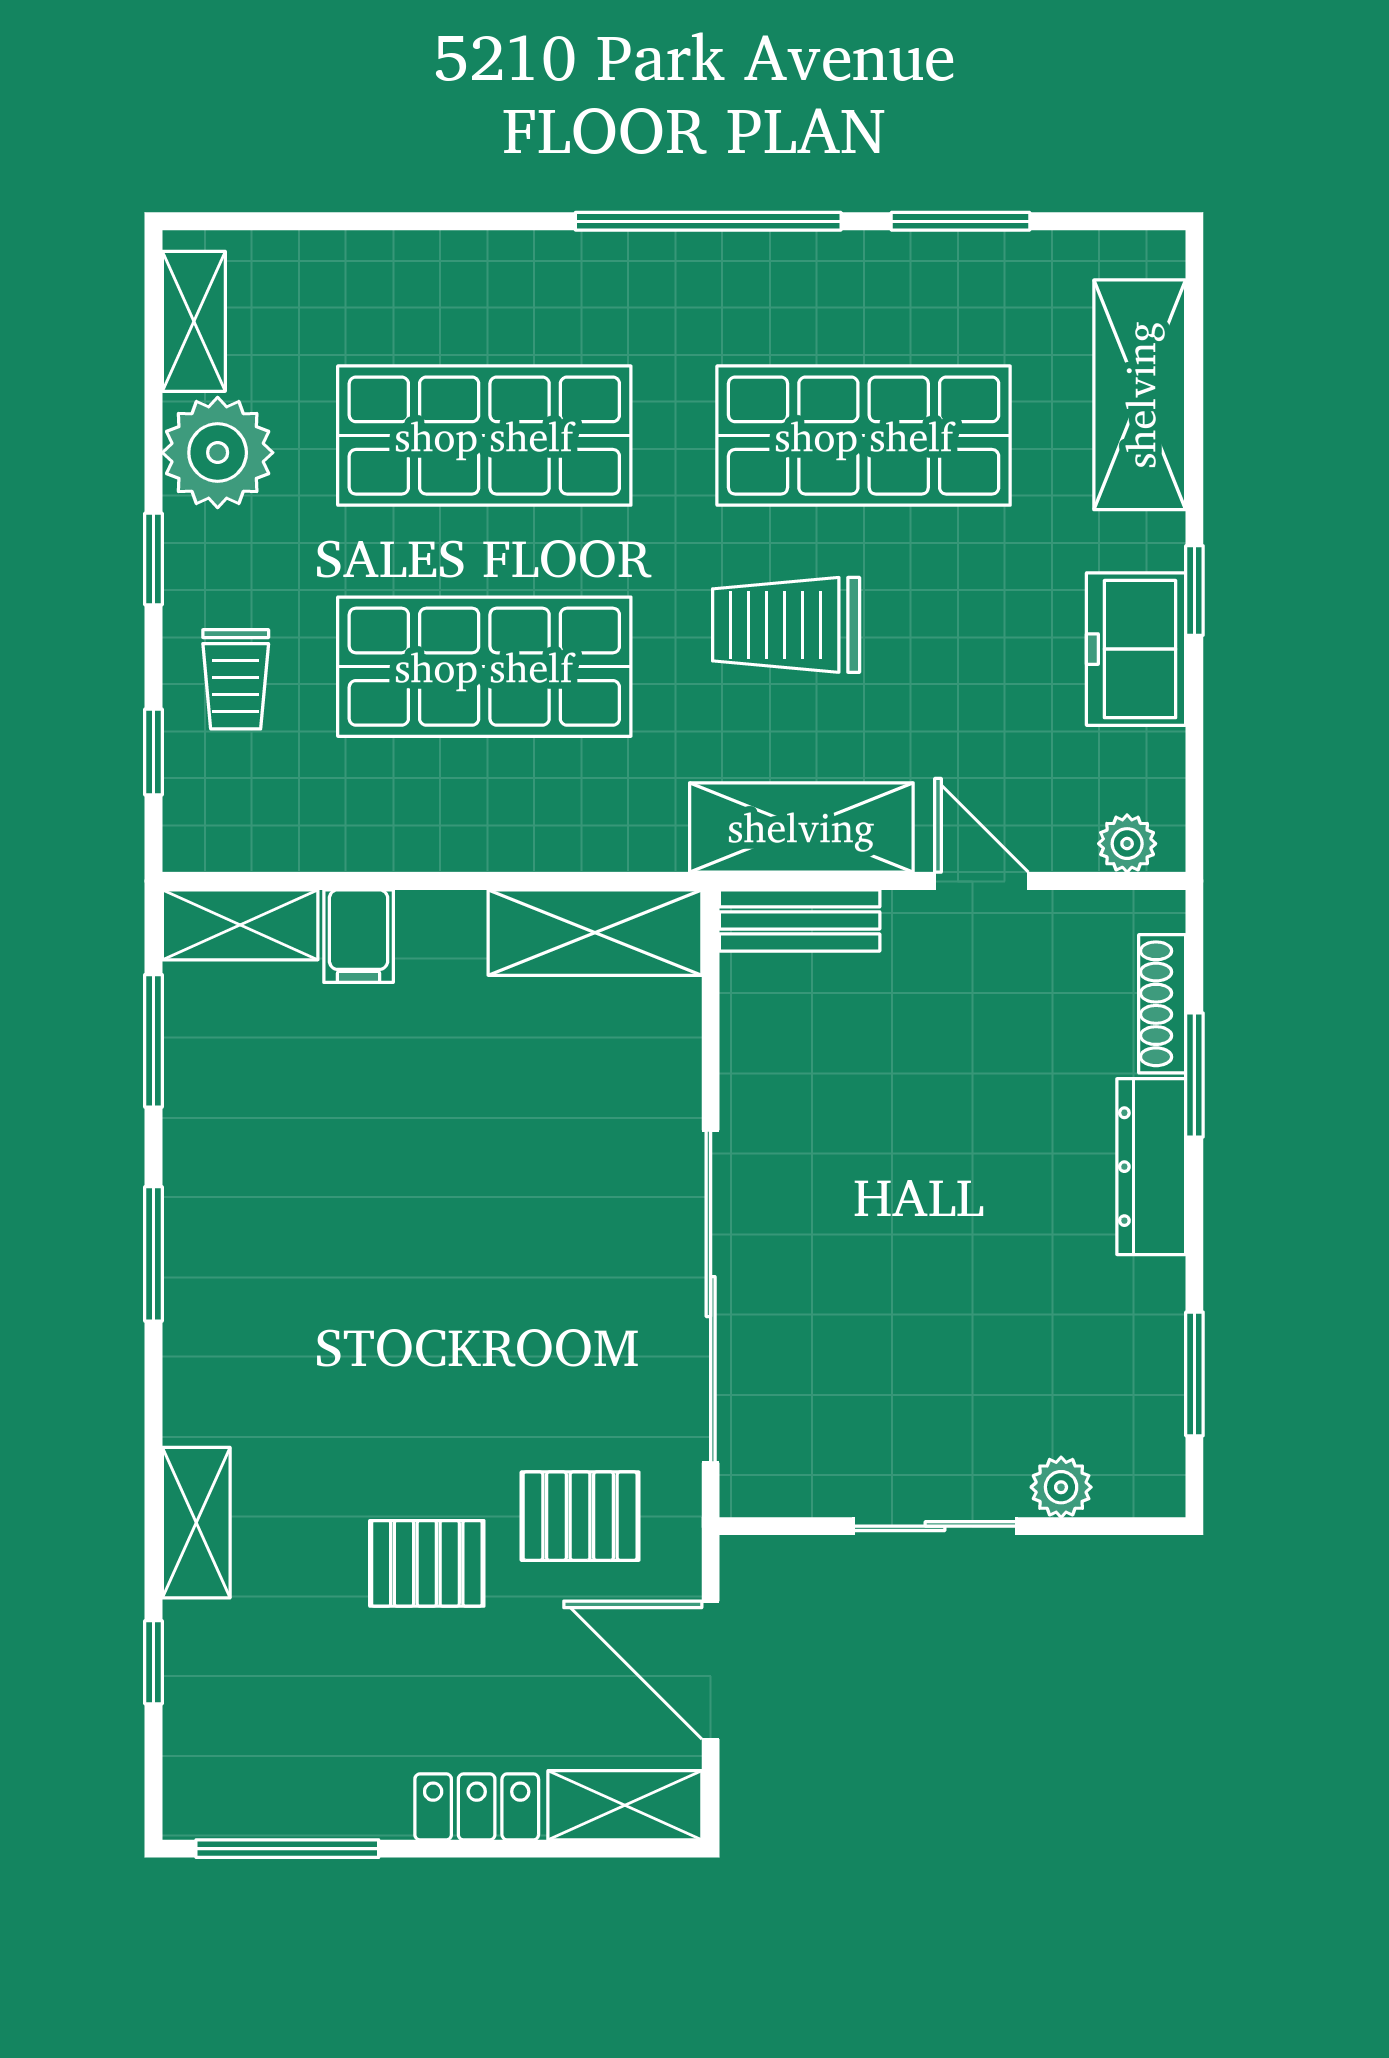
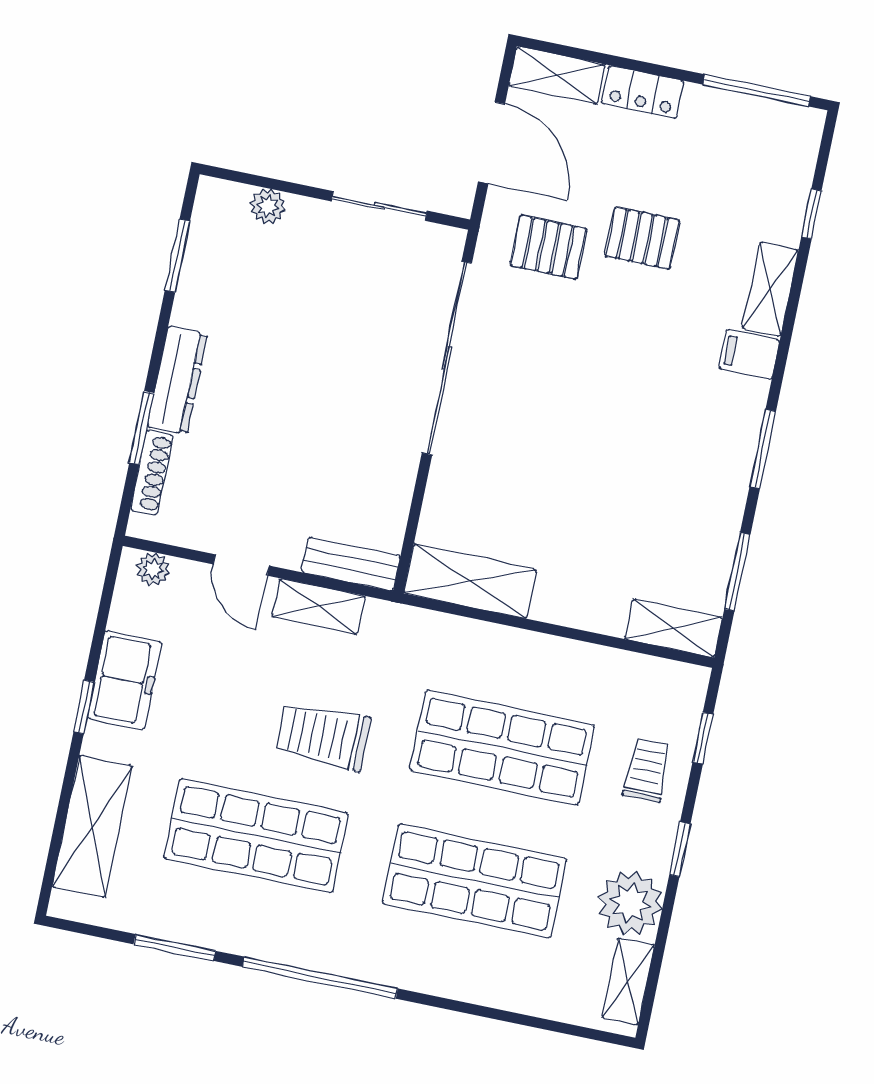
trolley: (786, 625) -> (323, 736), turned 180
shelving: (801, 827) -> (318, 606), width x0.67, depth x0.75
filing cabinet: (359, 936) -> (749, 354), moved, turned -90
sliding door: (935, 1526) -> (379, 206), moved

